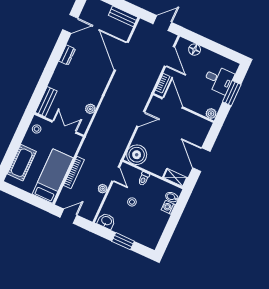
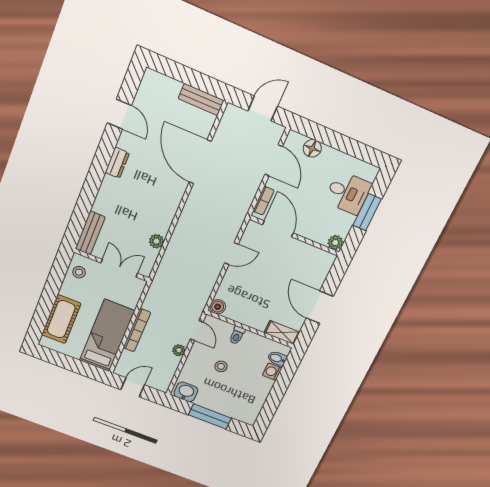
door: (70, 24) -> (119, 114), hinge flipped
boiler: (137, 155) -> (218, 307), width x0.54, depth x0.54
window: (123, 241) -> (210, 416), width x1.44

